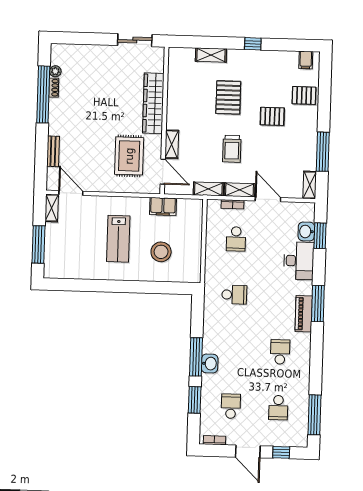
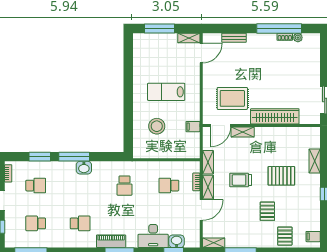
filing cabinet: (163, 206) -> (193, 127), width x0.50
washbasin: (210, 364) -> (84, 168), moved

